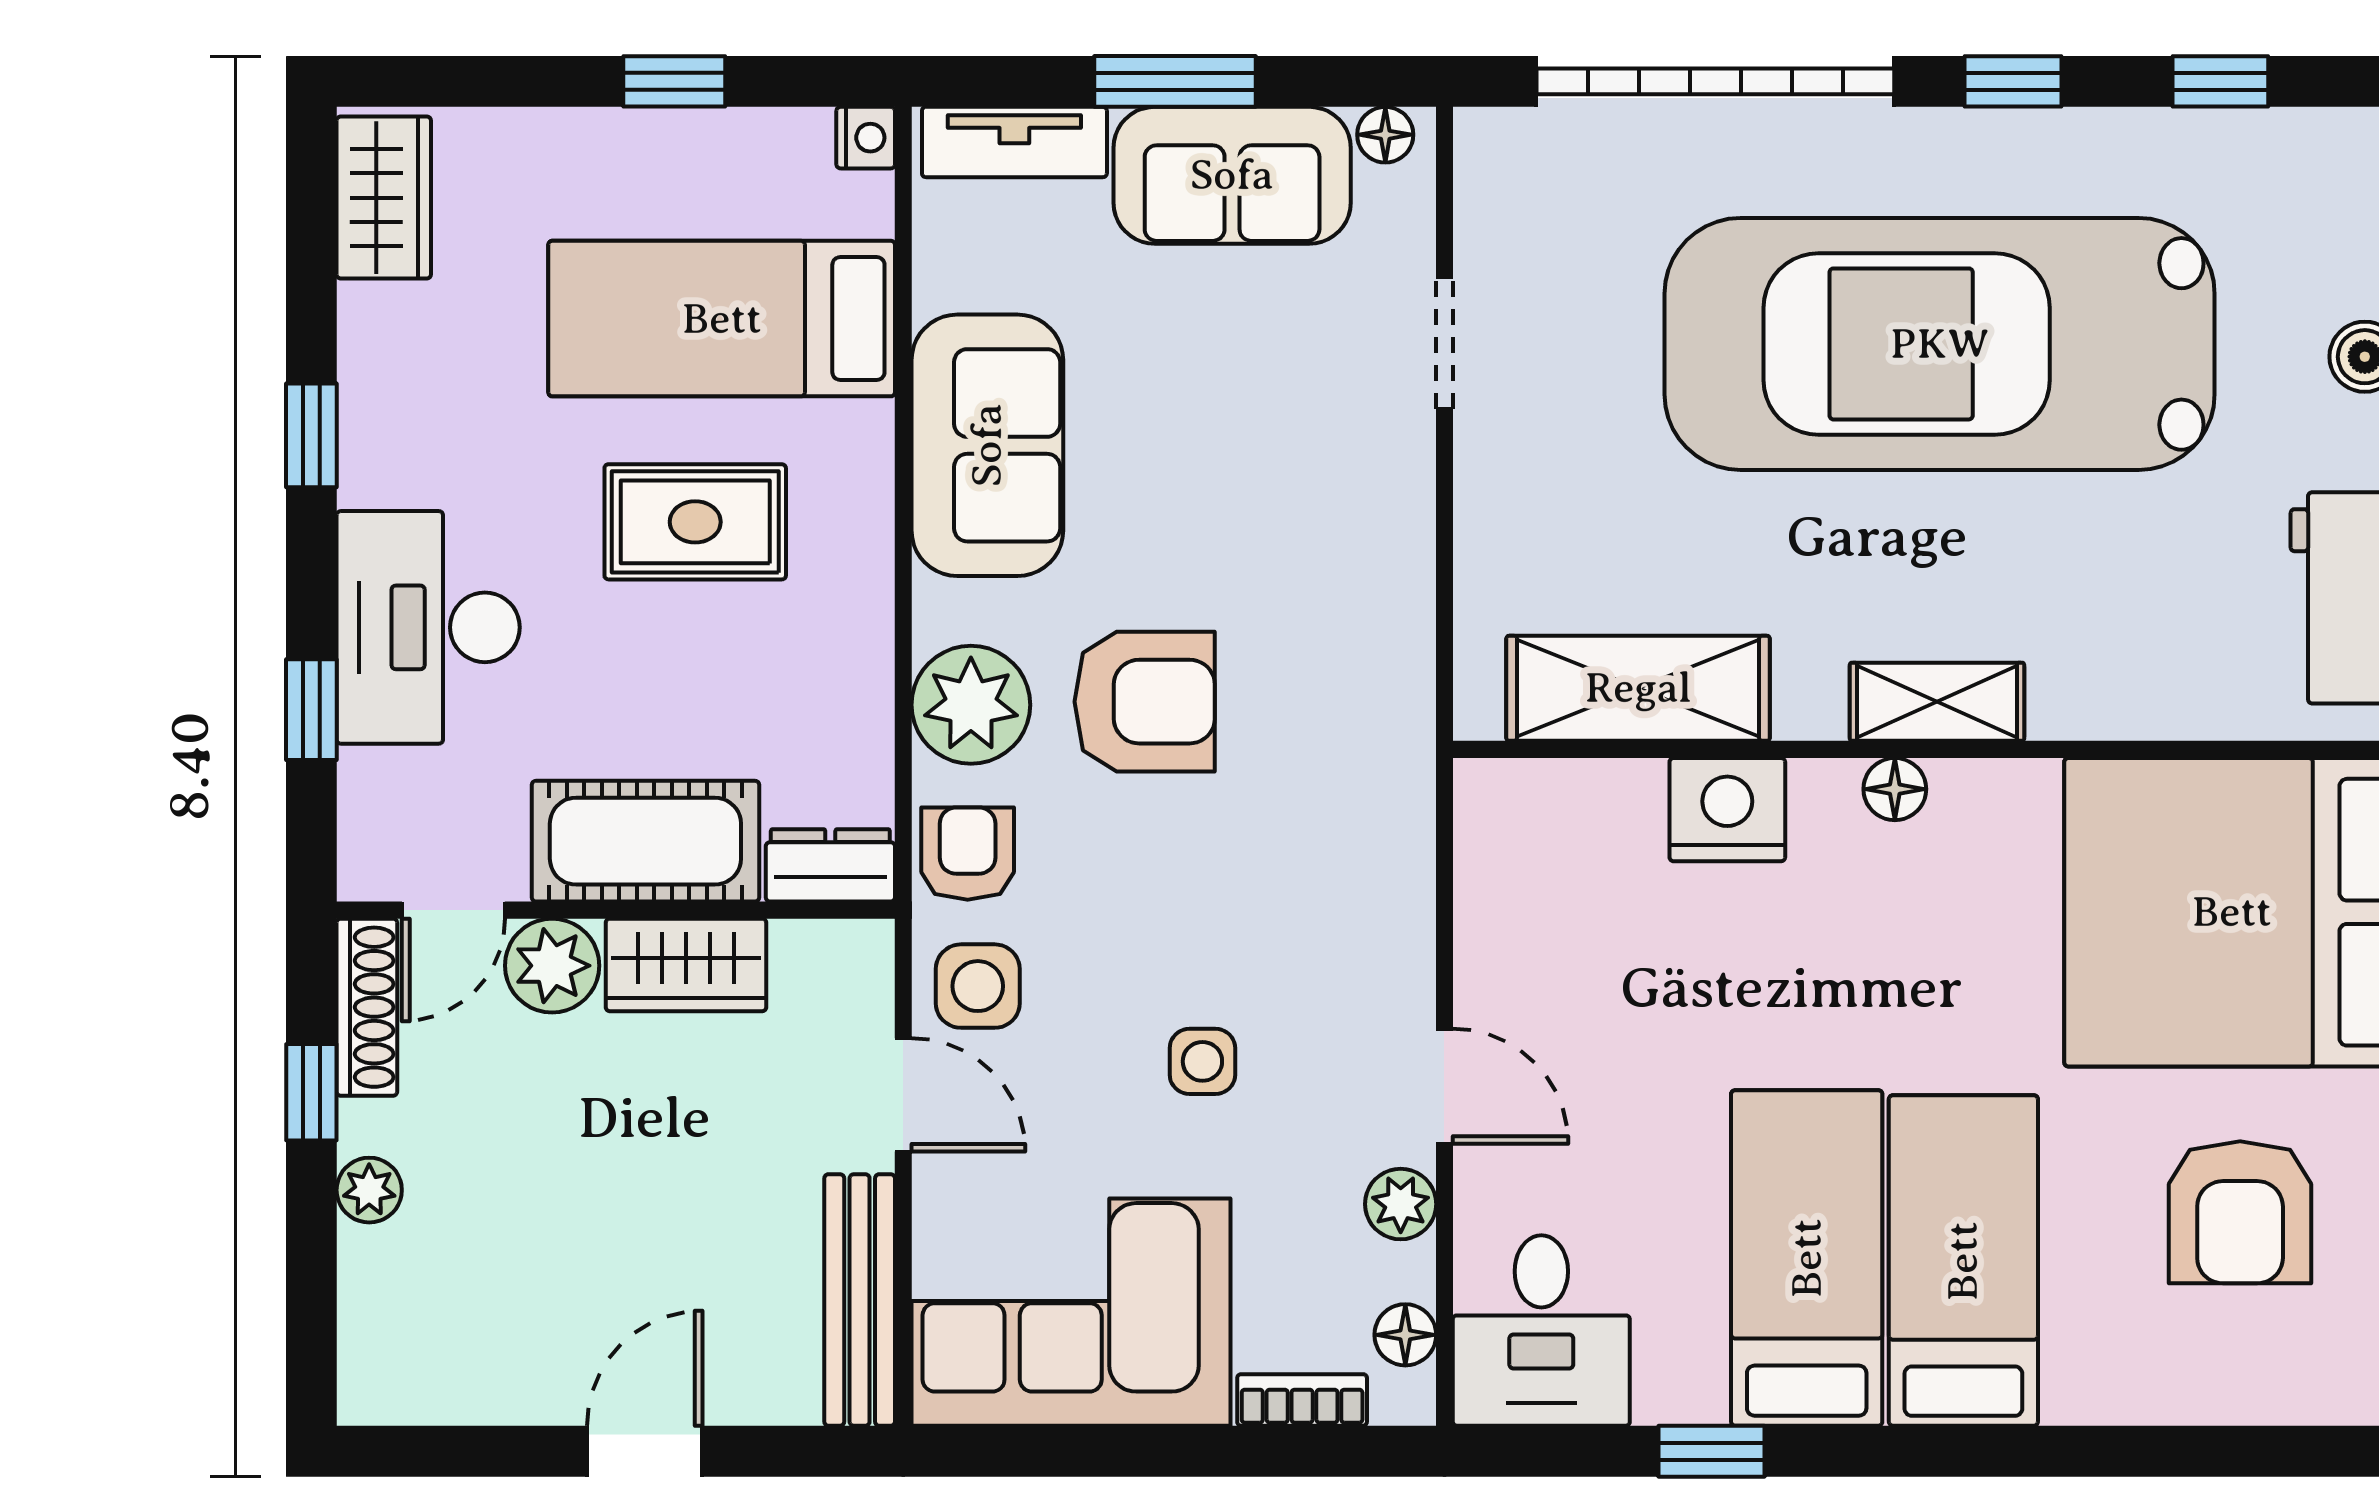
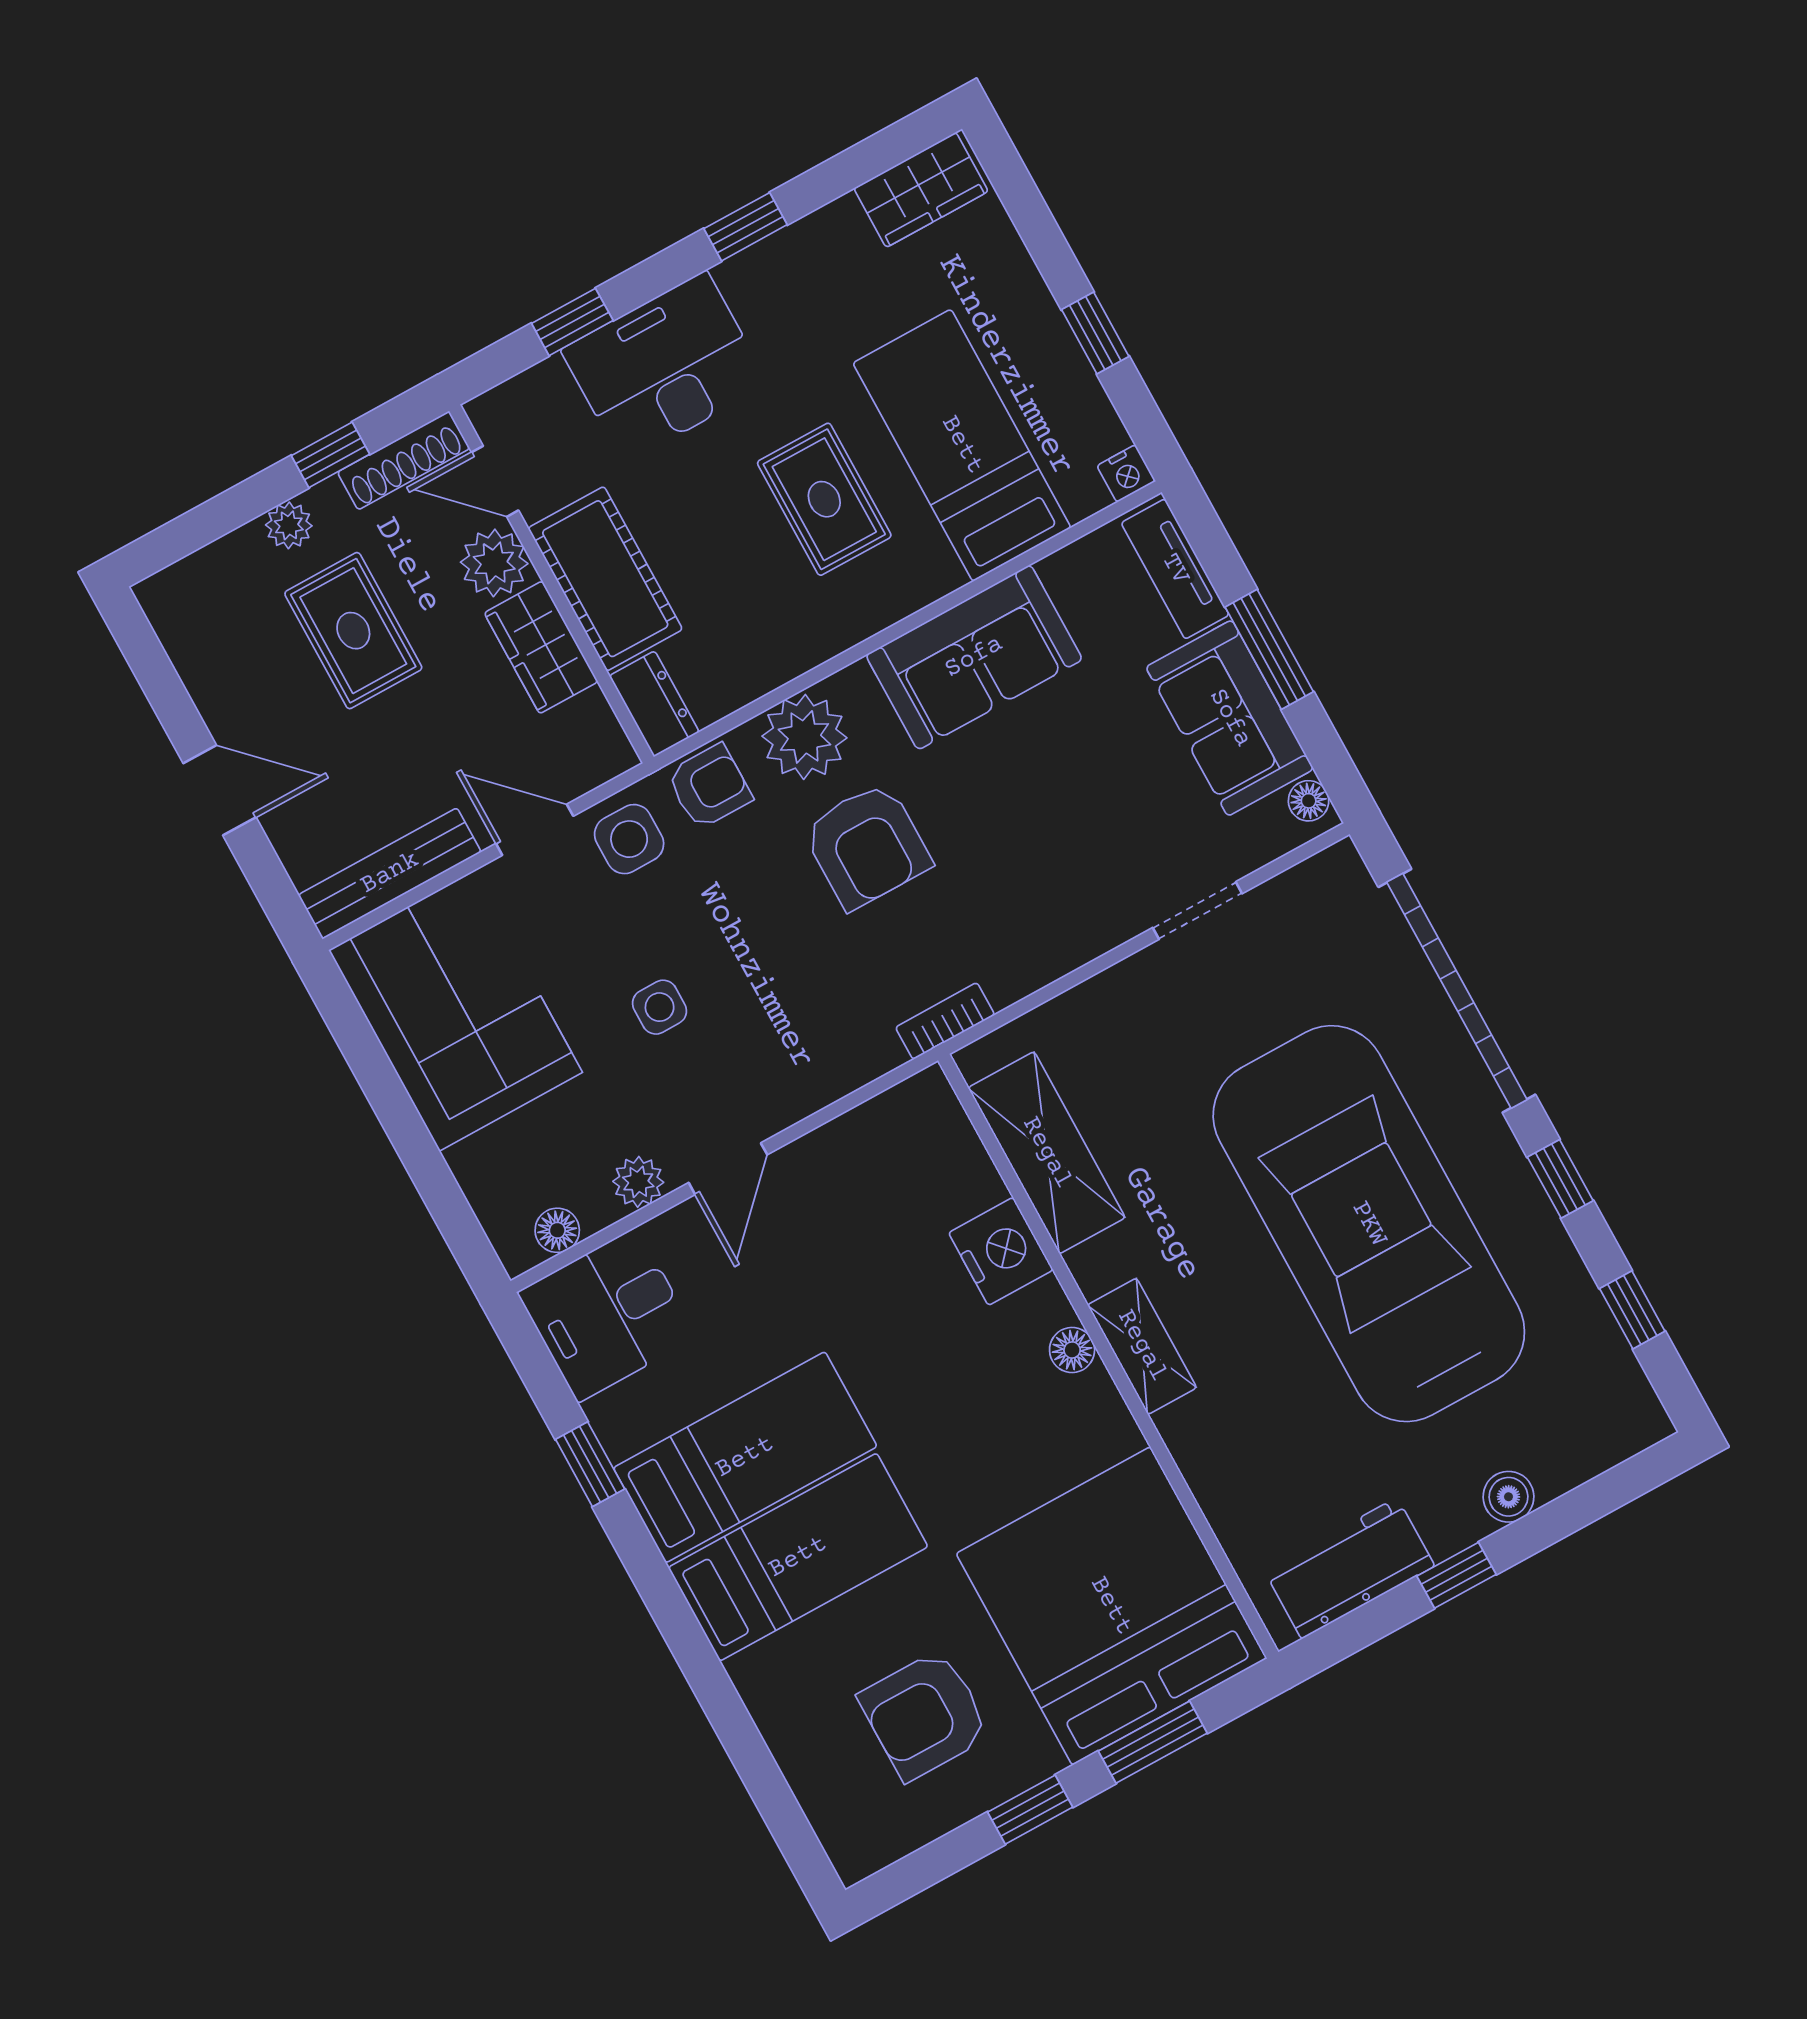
door: (903, 1095) -> (535, 830), swing flipped
rug: (540, 1182) -> (353, 631), added
bookcase: (1302, 1400) -> (945, 1021), moved, turned -90

